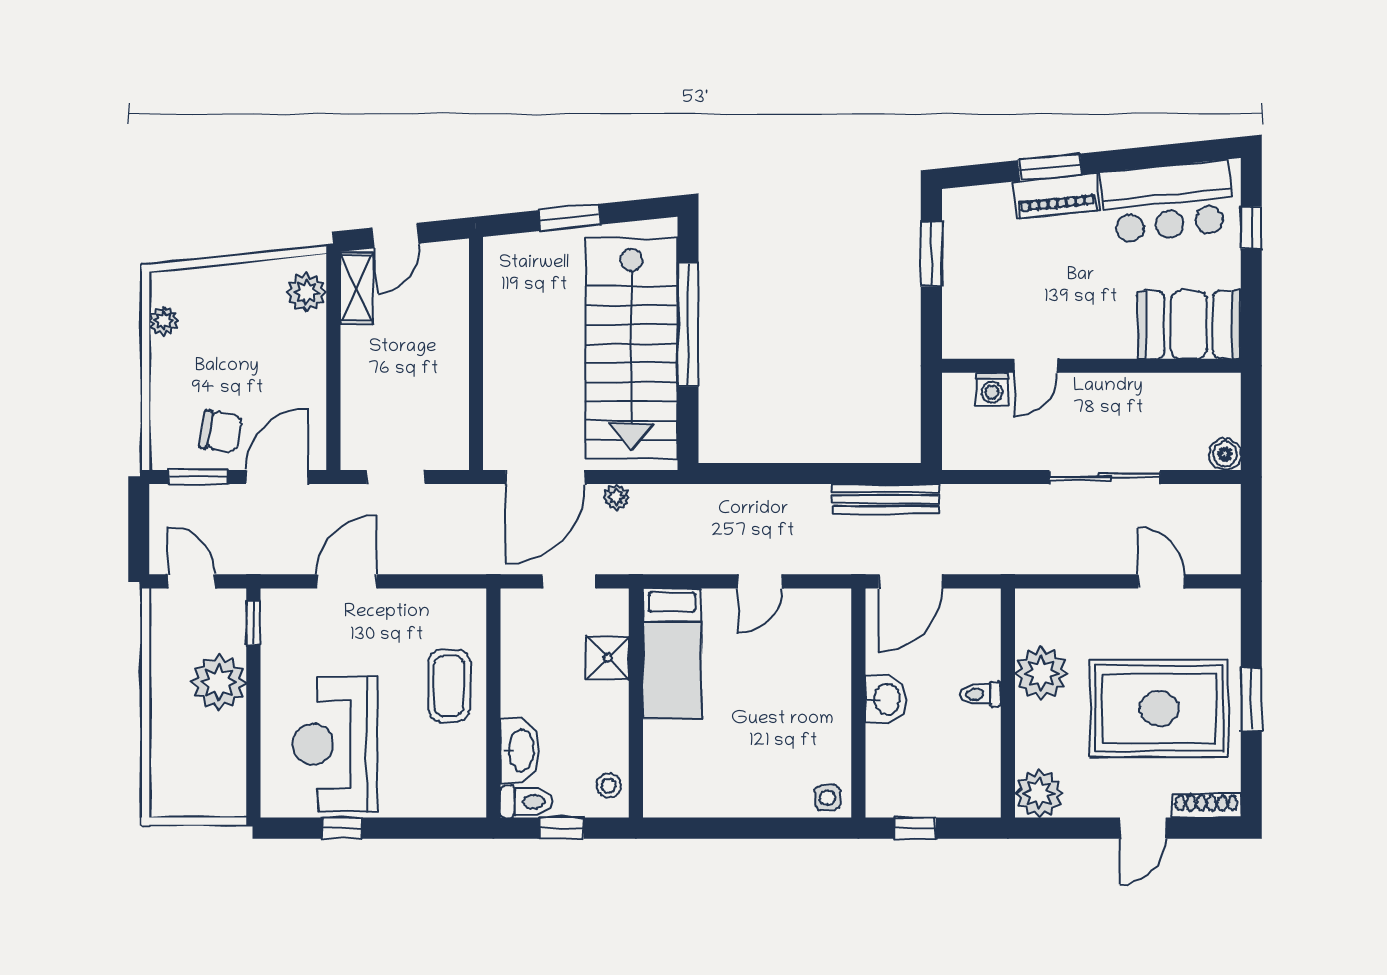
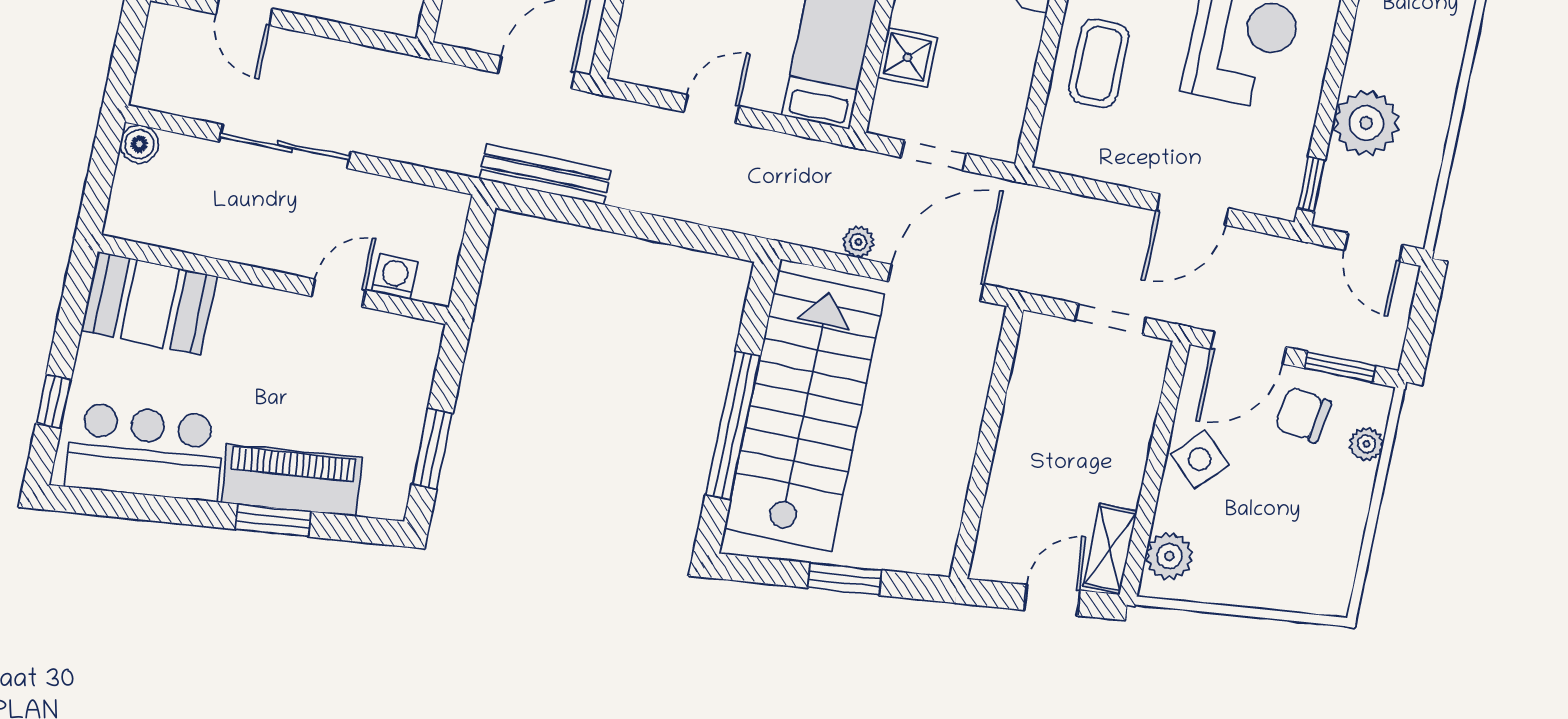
piano: (1056, 196) -> (292, 480), width x1.37, depth x1.33
plant: (163, 321) -> (1366, 444), moved
side table: (298, 377) -> (1200, 459), added

